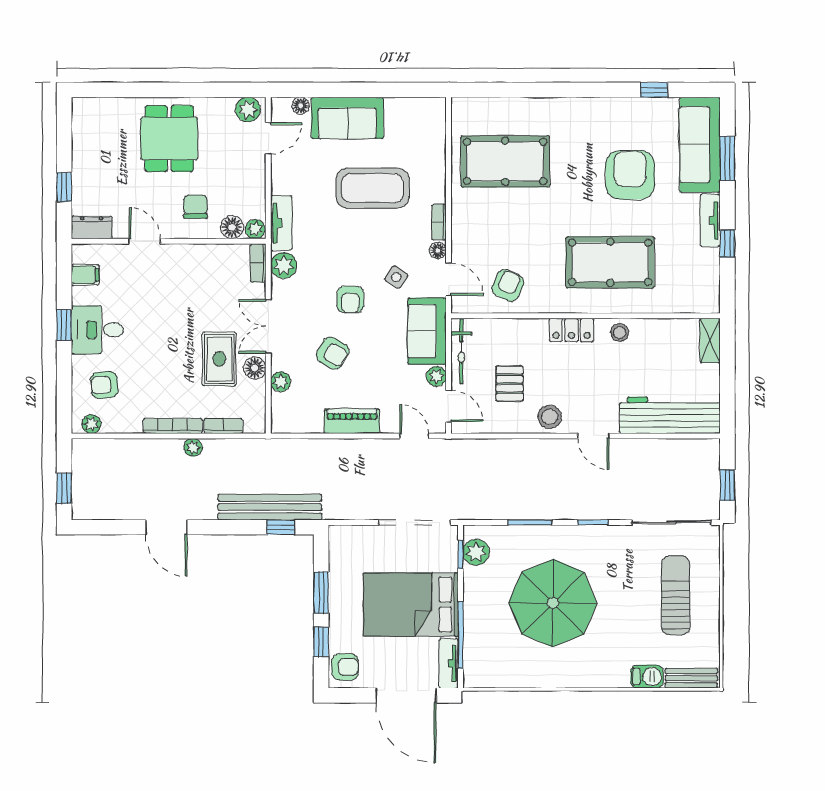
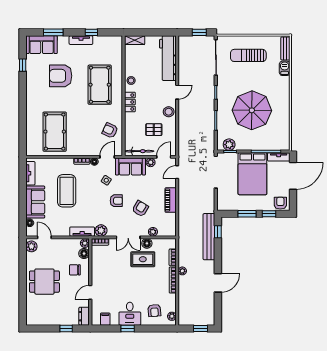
tv unit: (412, 107) -> (30, 173), added
sofa: (700, 145) -> (42, 45), width x0.73

